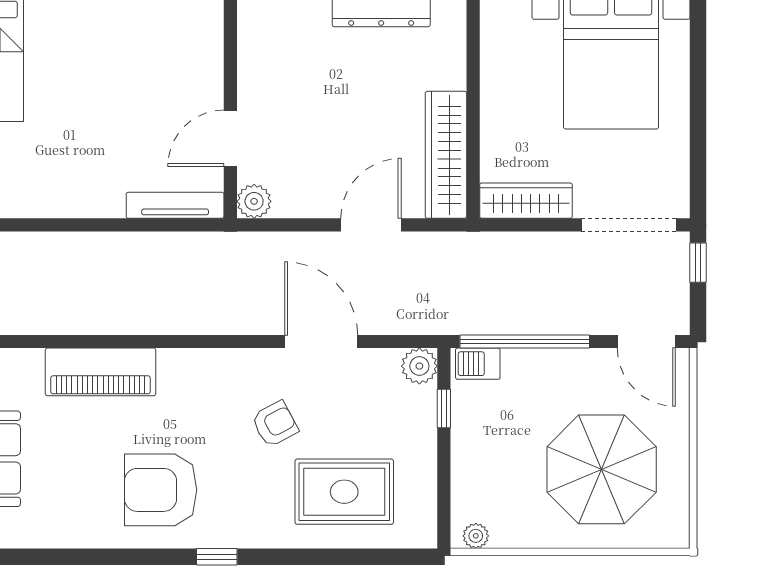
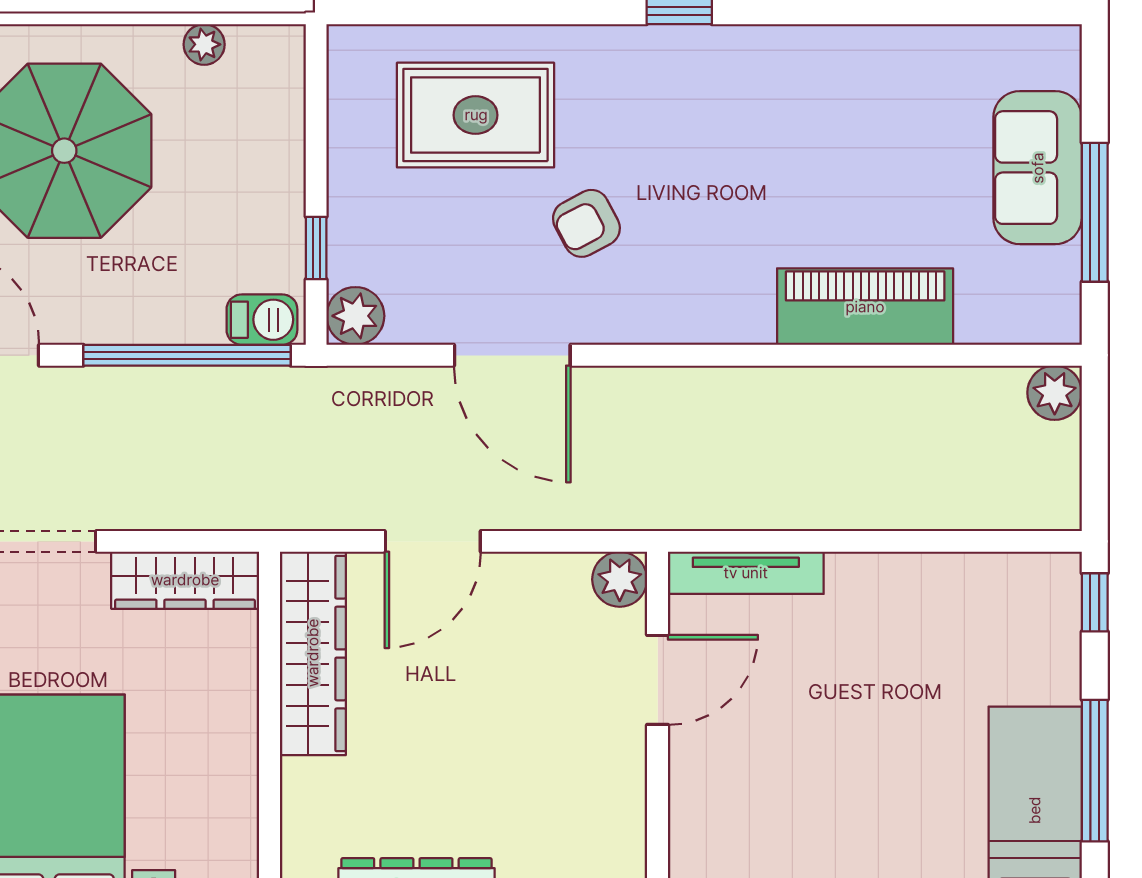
armchair: (161, 490) -> (769, 118), removed
plant: (476, 536) -> (204, 44), moved

